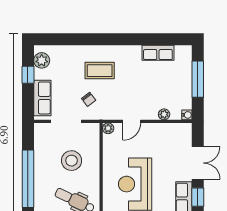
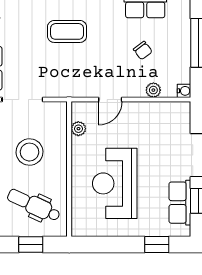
chair: (89, 99) -> (143, 50), moved
plant: (108, 128) -> (78, 129), moved

